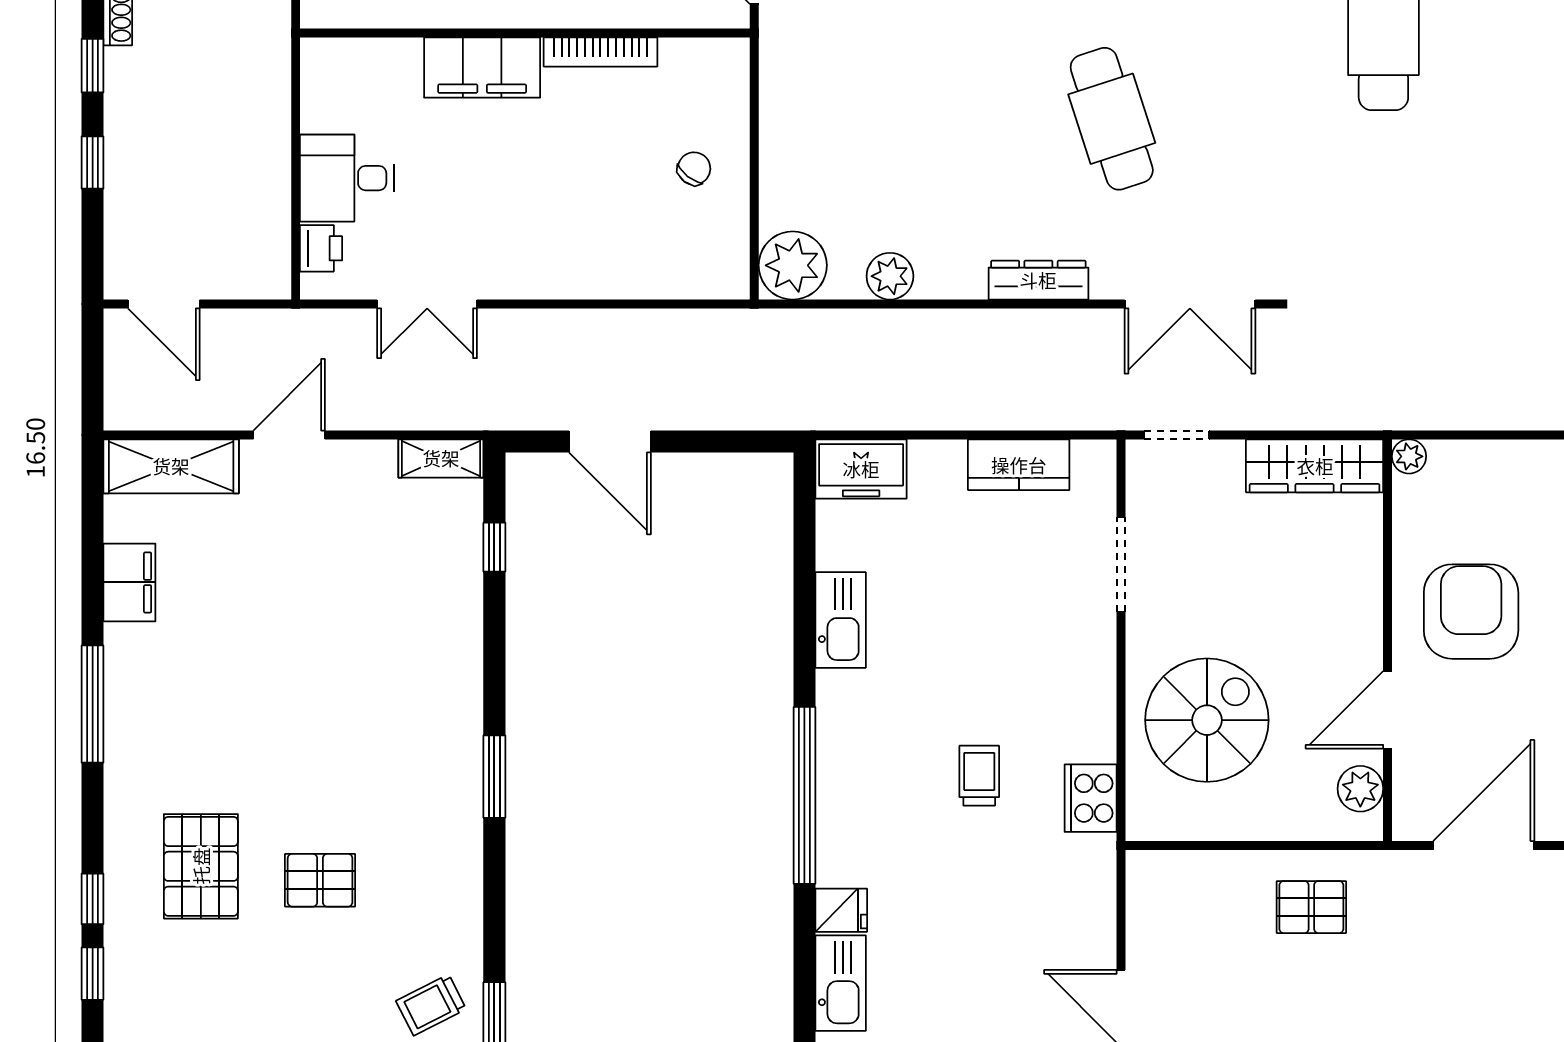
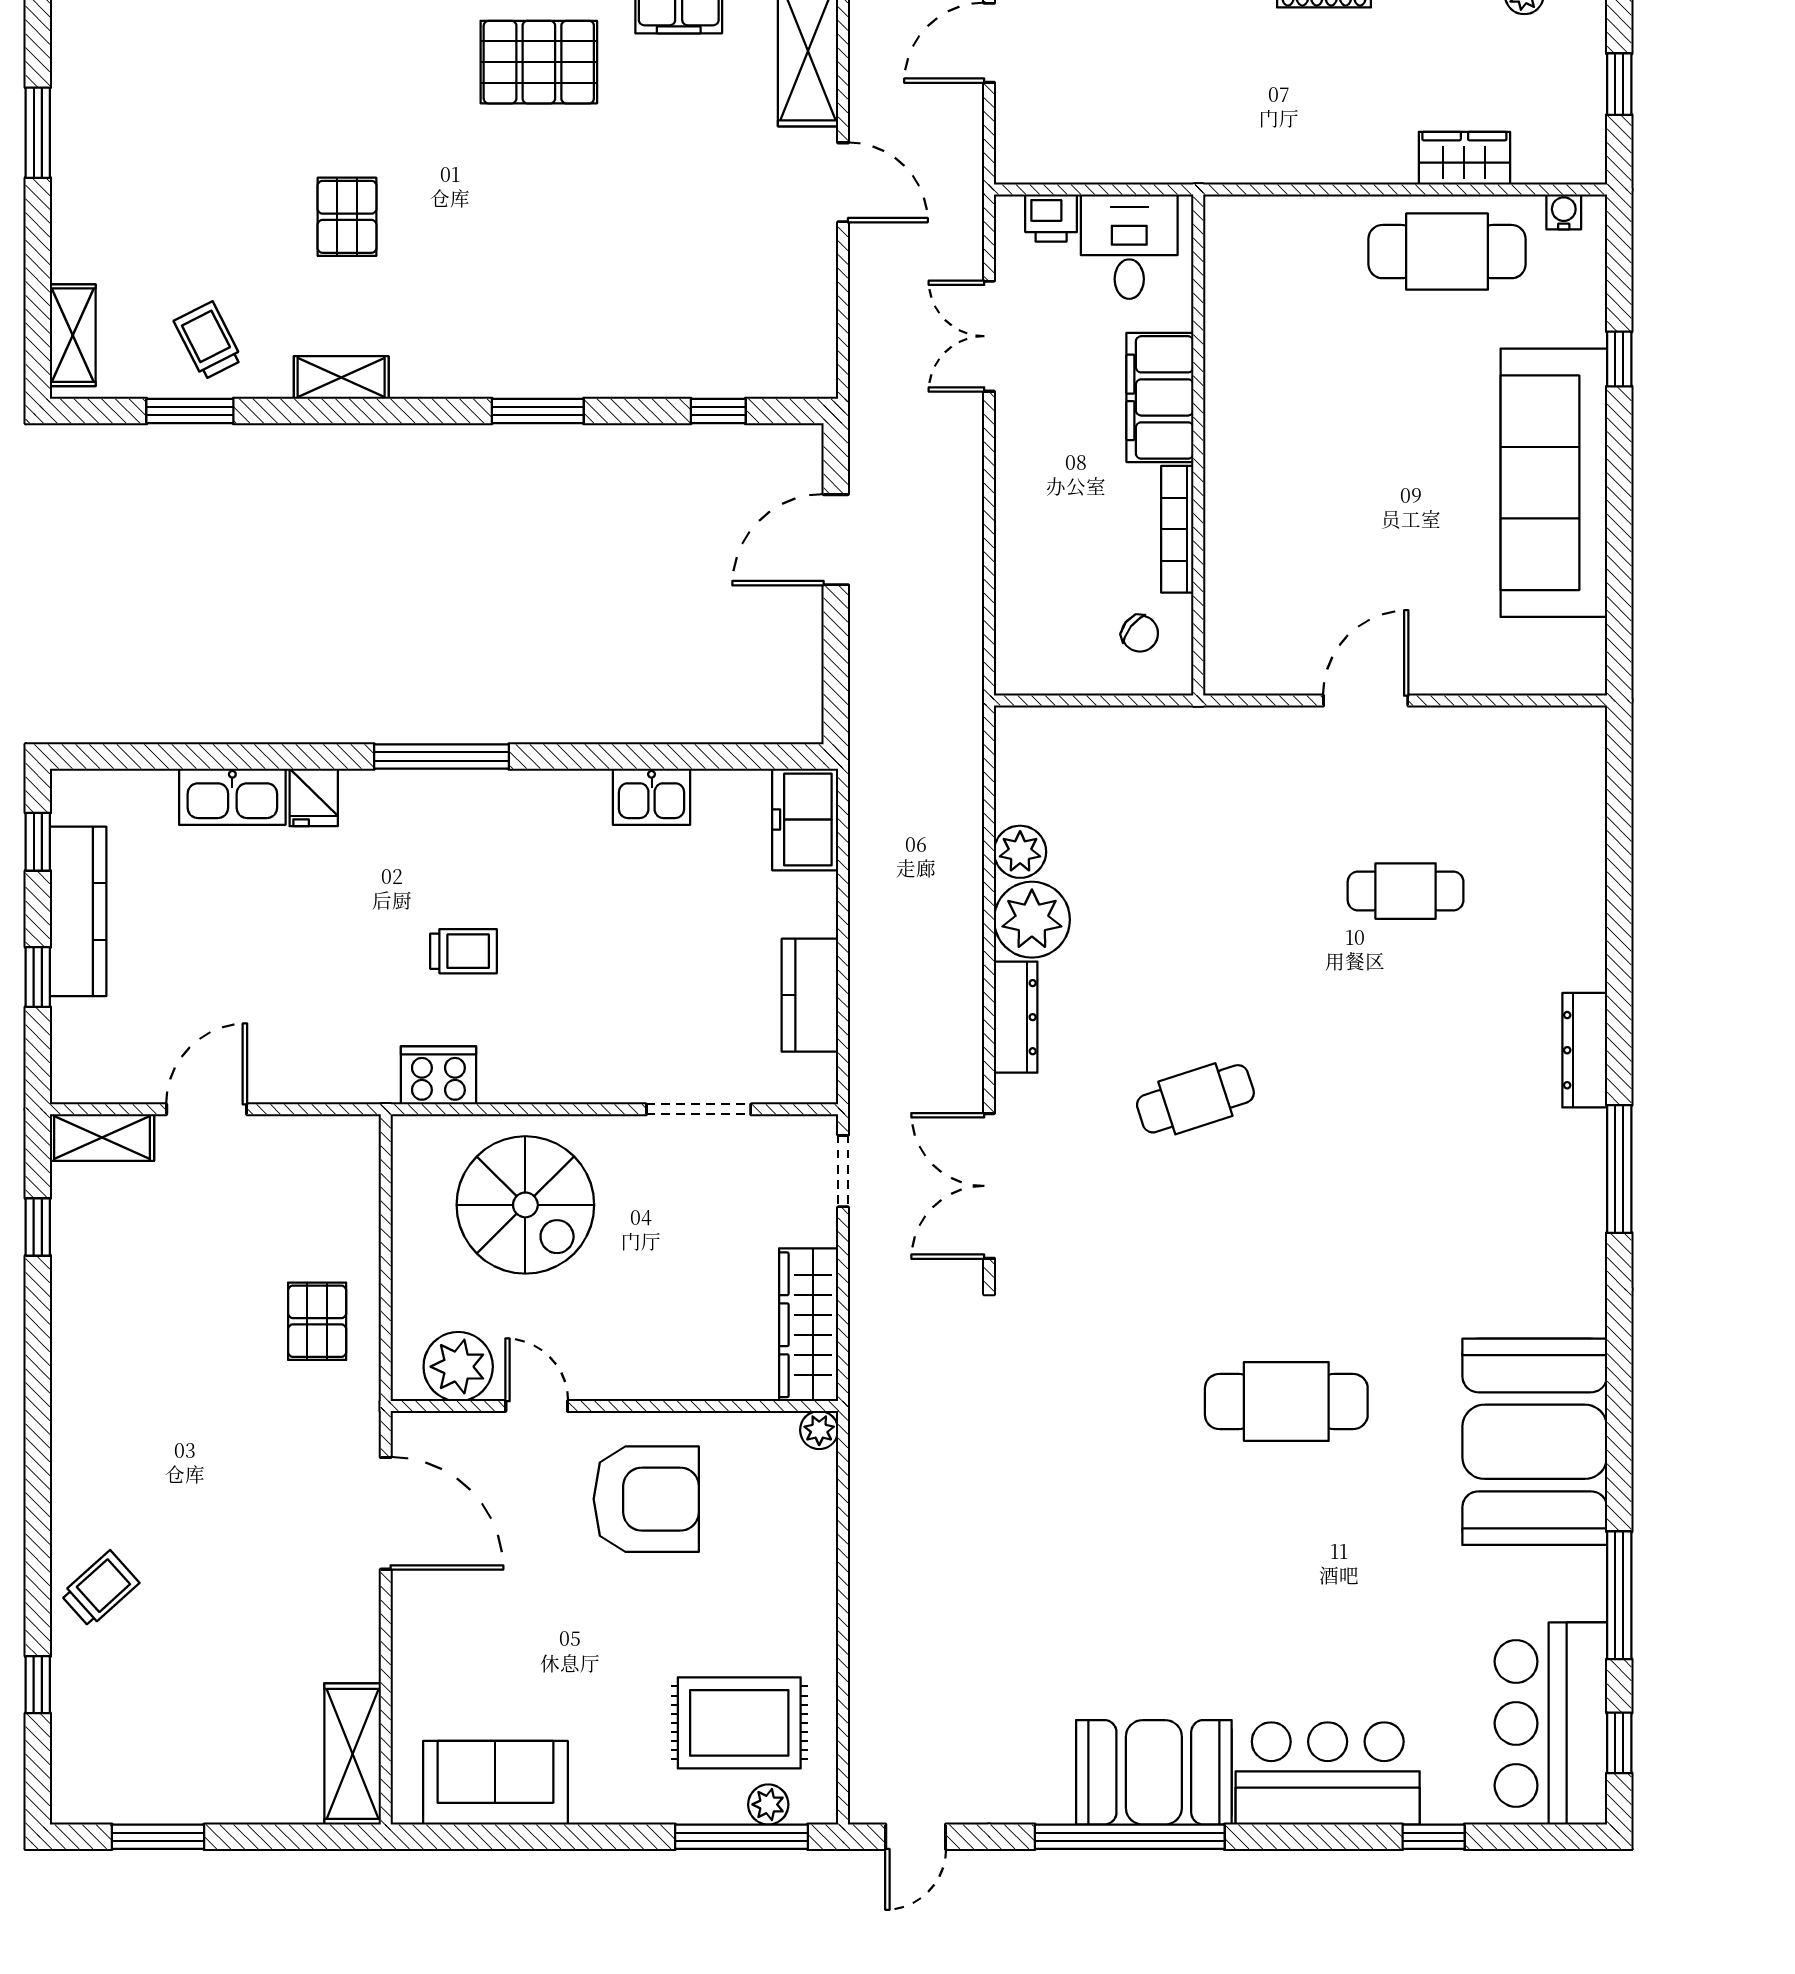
wall: (525, 33) -> (1198, 445), moved
bookcase: (600, 52) -> (1177, 529), moved
filing cabinet: (482, 68) -> (1160, 397), moved
cafe table: (1112, 119) -> (1195, 1099), width x0.73, depth x0.74
plant: (793, 265) -> (1032, 920), moved
shelving: (441, 458) -> (341, 378), moved, turned 90
kitchen sink: (841, 620) -> (652, 797), width x0.73
door: (1388, 710) -> (537, 1406), width x0.73
window: (494, 777) -> (538, 411), moved
plant: (1360, 789) -> (458, 1367), width x1.36, depth x1.36
window: (804, 795) -> (442, 756), width x0.68
pallet: (201, 866) -> (539, 62), moved

